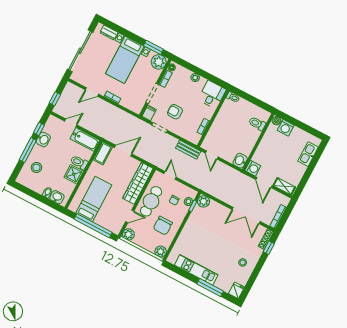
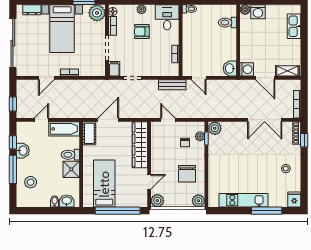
armchair: (175, 112) -> (142, 32), moved
cafe table: (151, 201) -> (162, 156), removed

